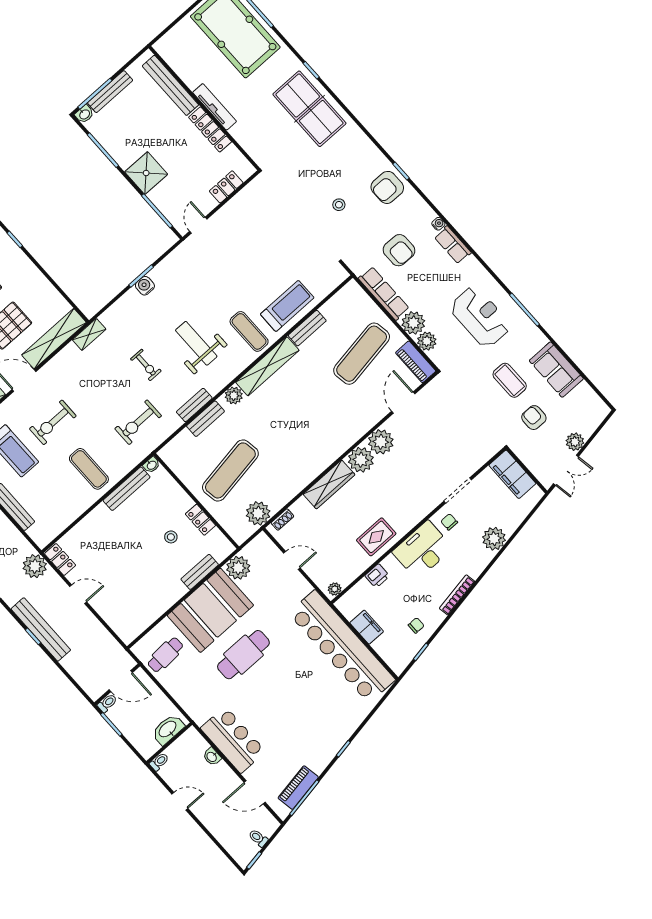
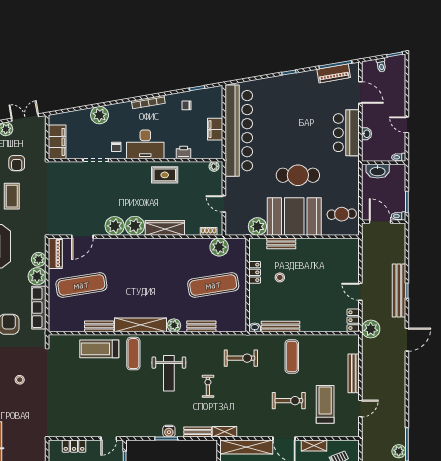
bench: (194, 405) -> (198, 432), moved

